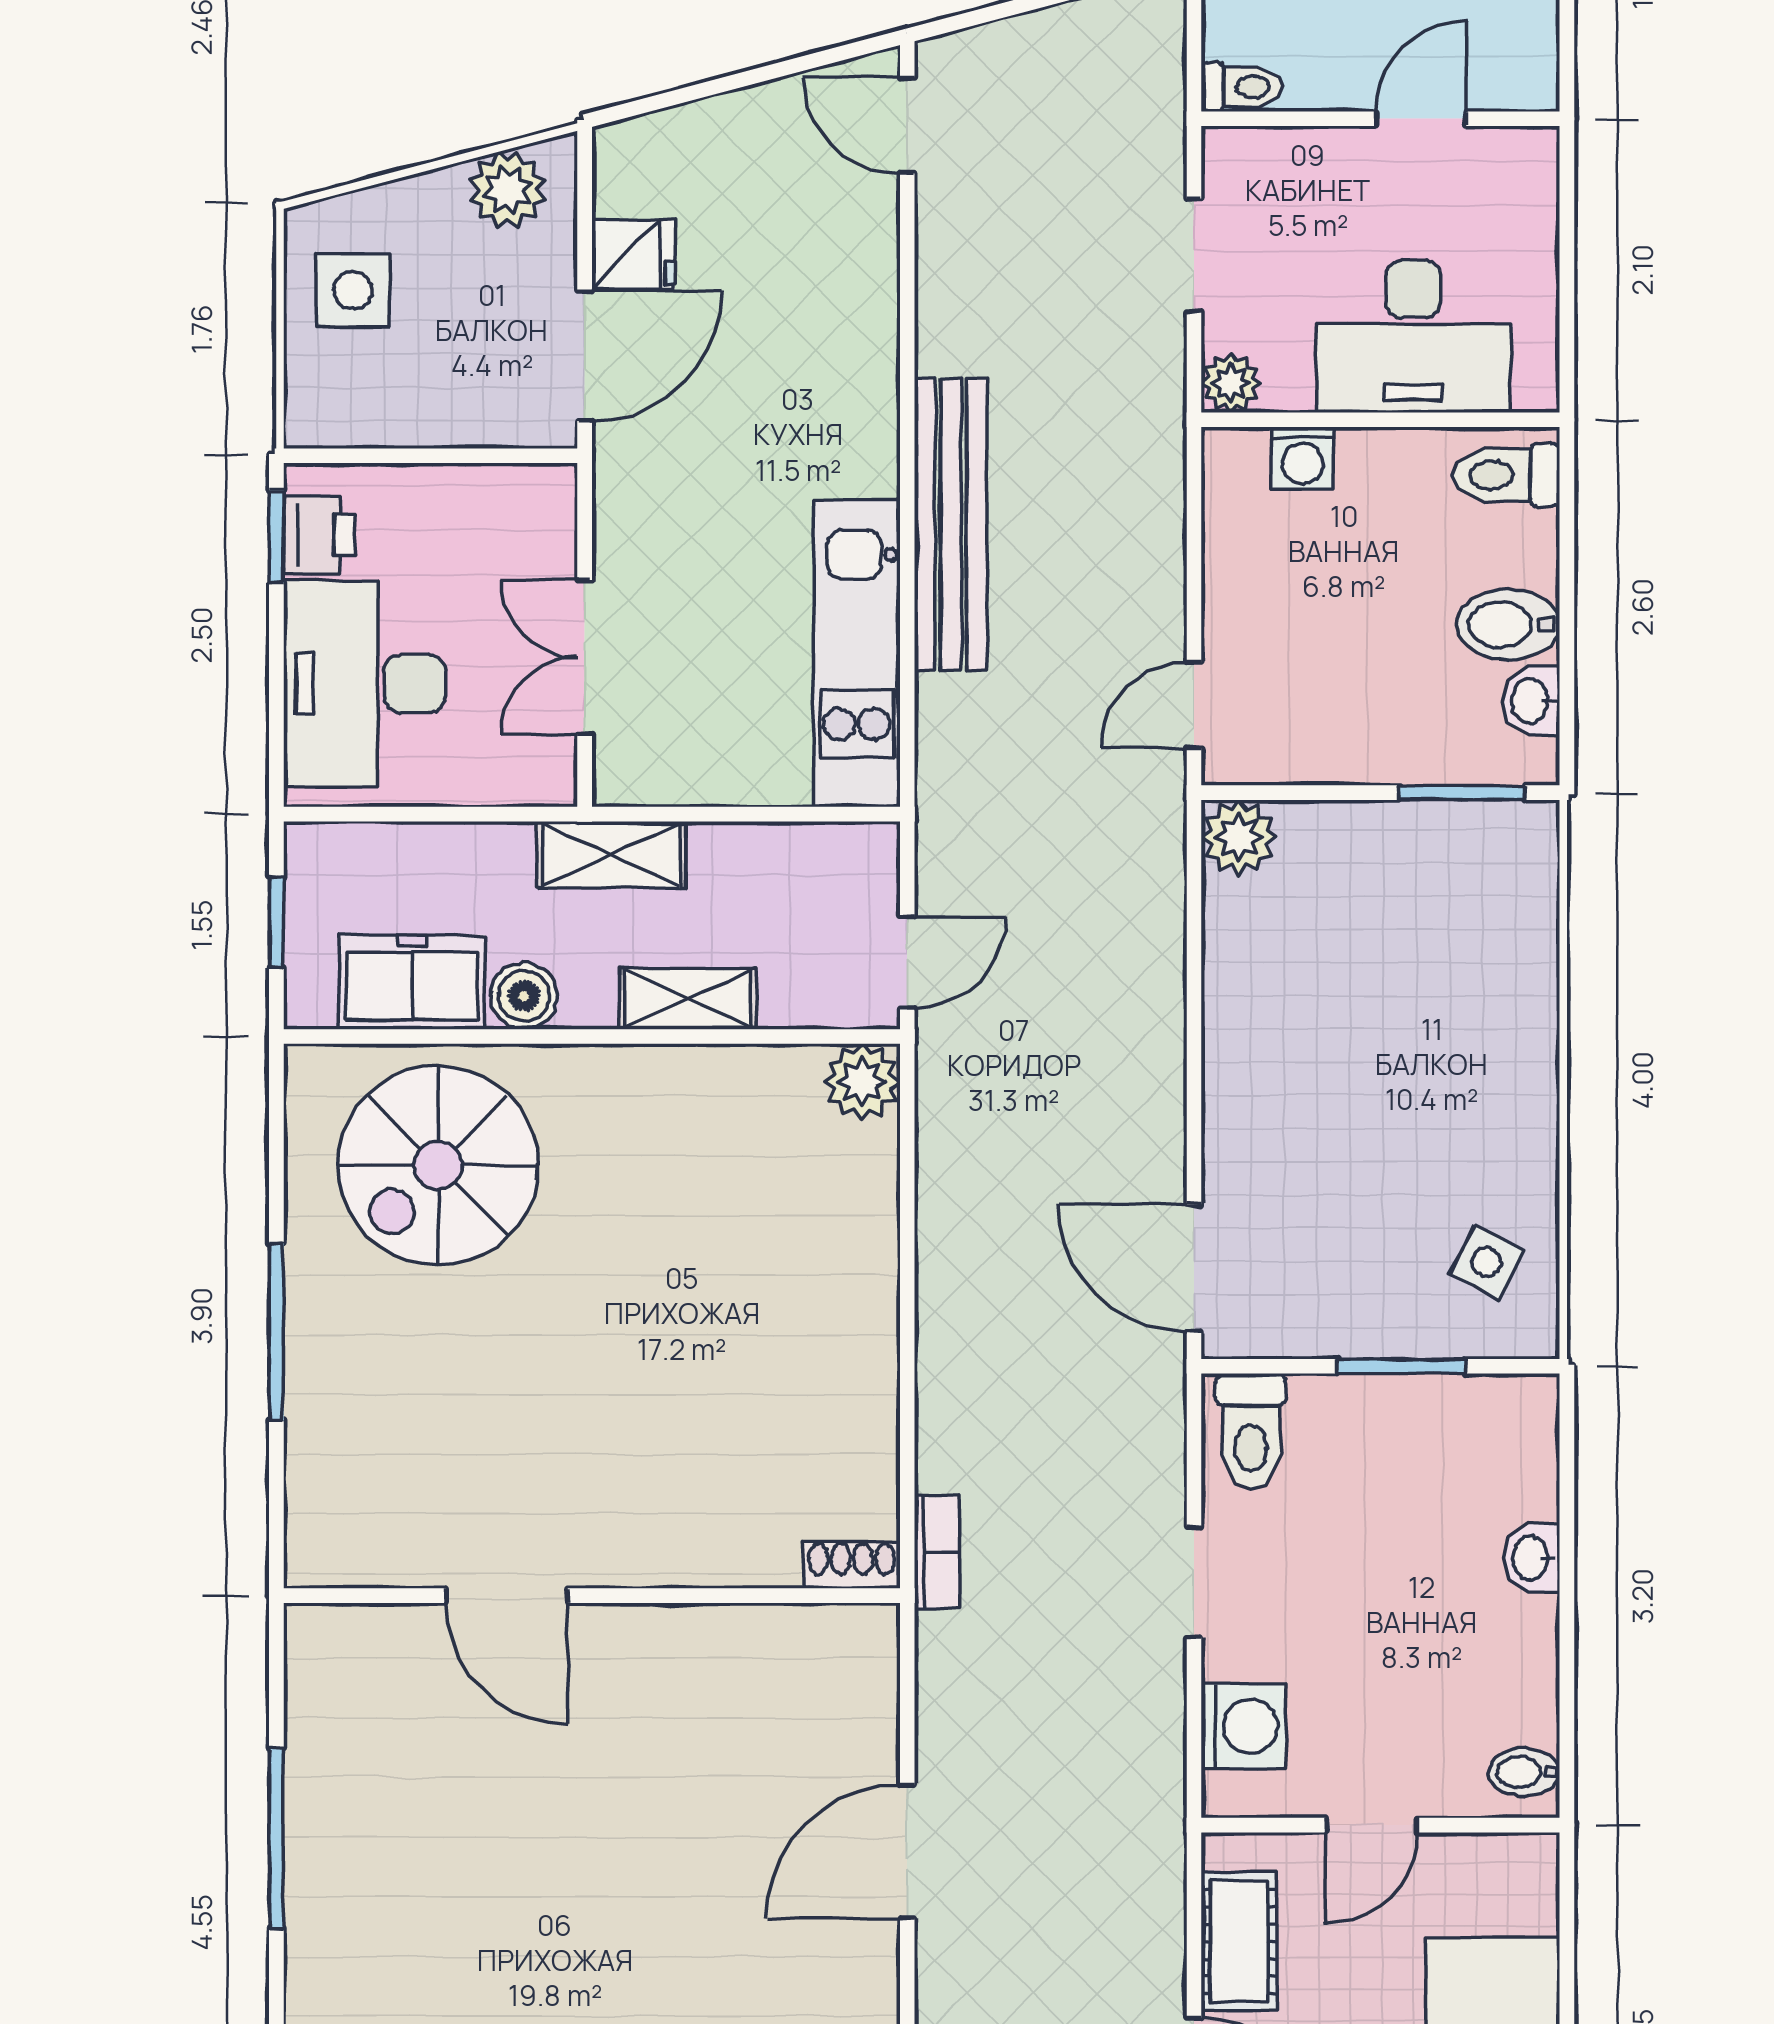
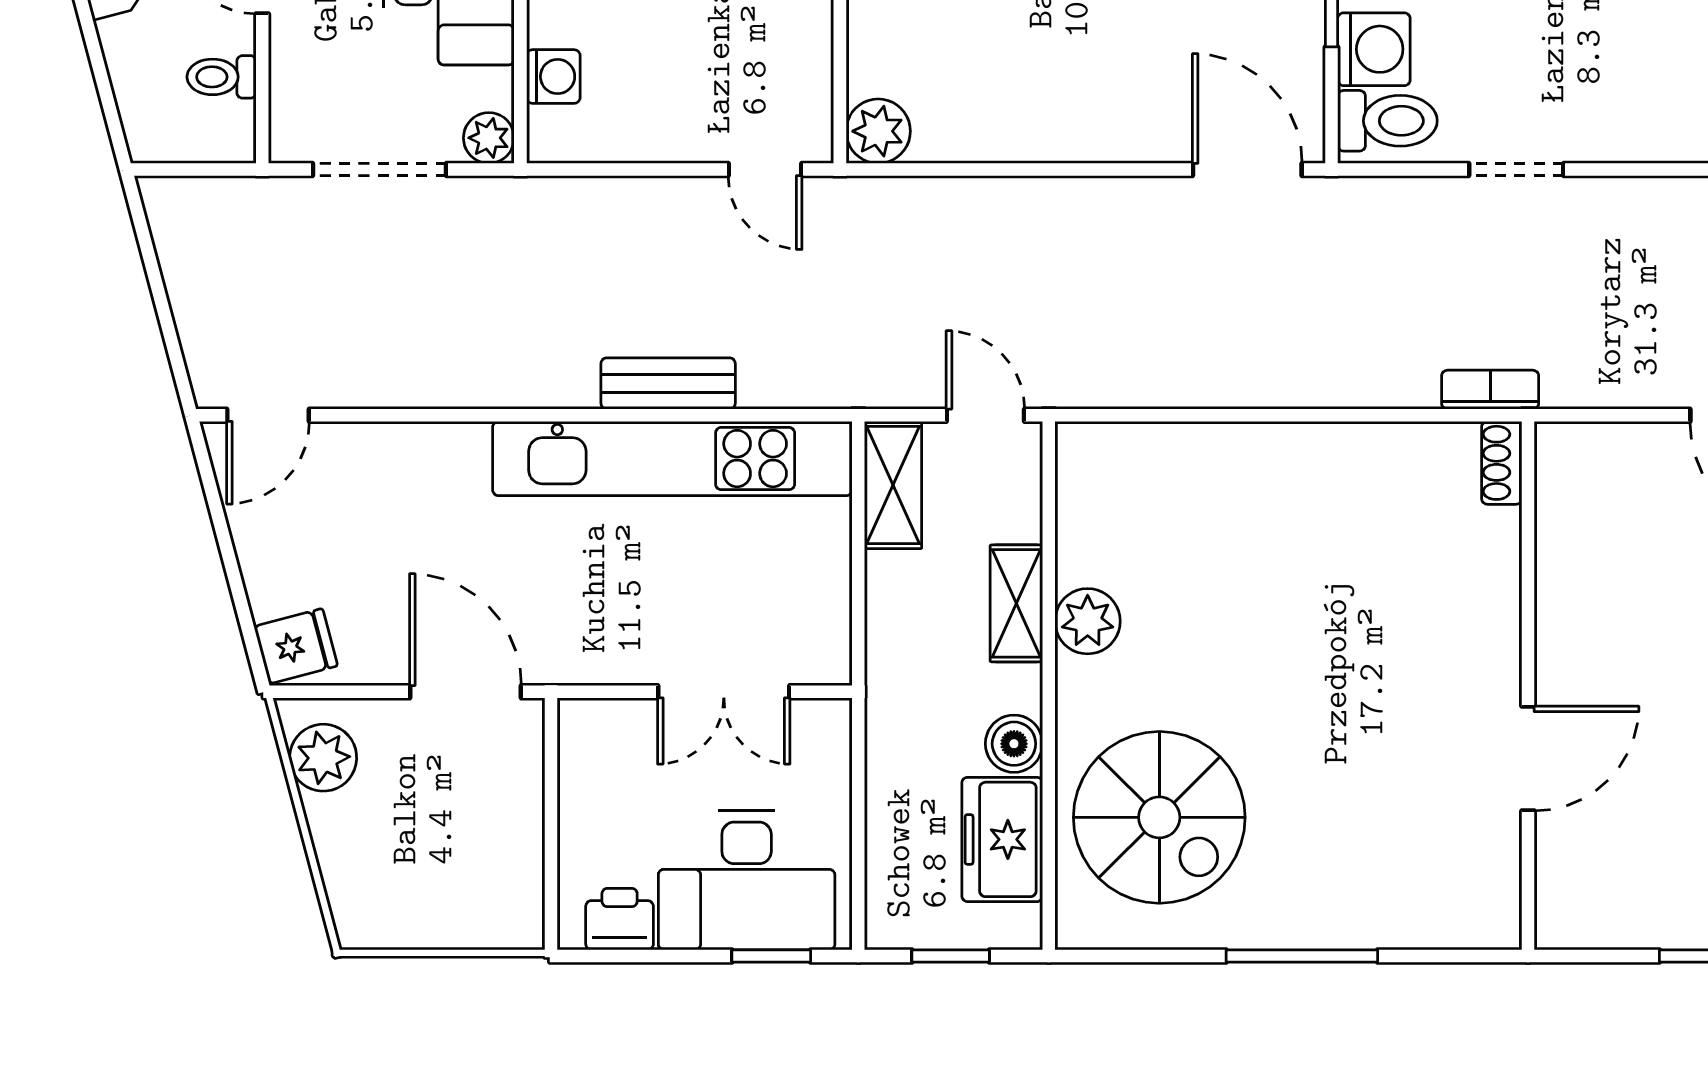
toilet: (1242, 87) -> (222, 77), moved, turned -90
fridge: (633, 254) -> (296, 646), moved, turned 75
doorway: (1194, 255) -> (379, 169), width x1.38
side table: (353, 290) -> (409, 890), removed
bench: (951, 525) -> (668, 383), width x0.54, depth x0.82
window: (276, 537) -> (771, 956), moved
kitchen unit: (857, 653) -> (672, 459), width x1.36
shelving: (611, 855) -> (893, 485), moved
plant: (862, 1082) -> (1088, 621), moved
door: (1194, 1268) -> (1247, 169), swing flipped
washing machine: (1244, 1726) -> (1374, 49), moved, turned 90

